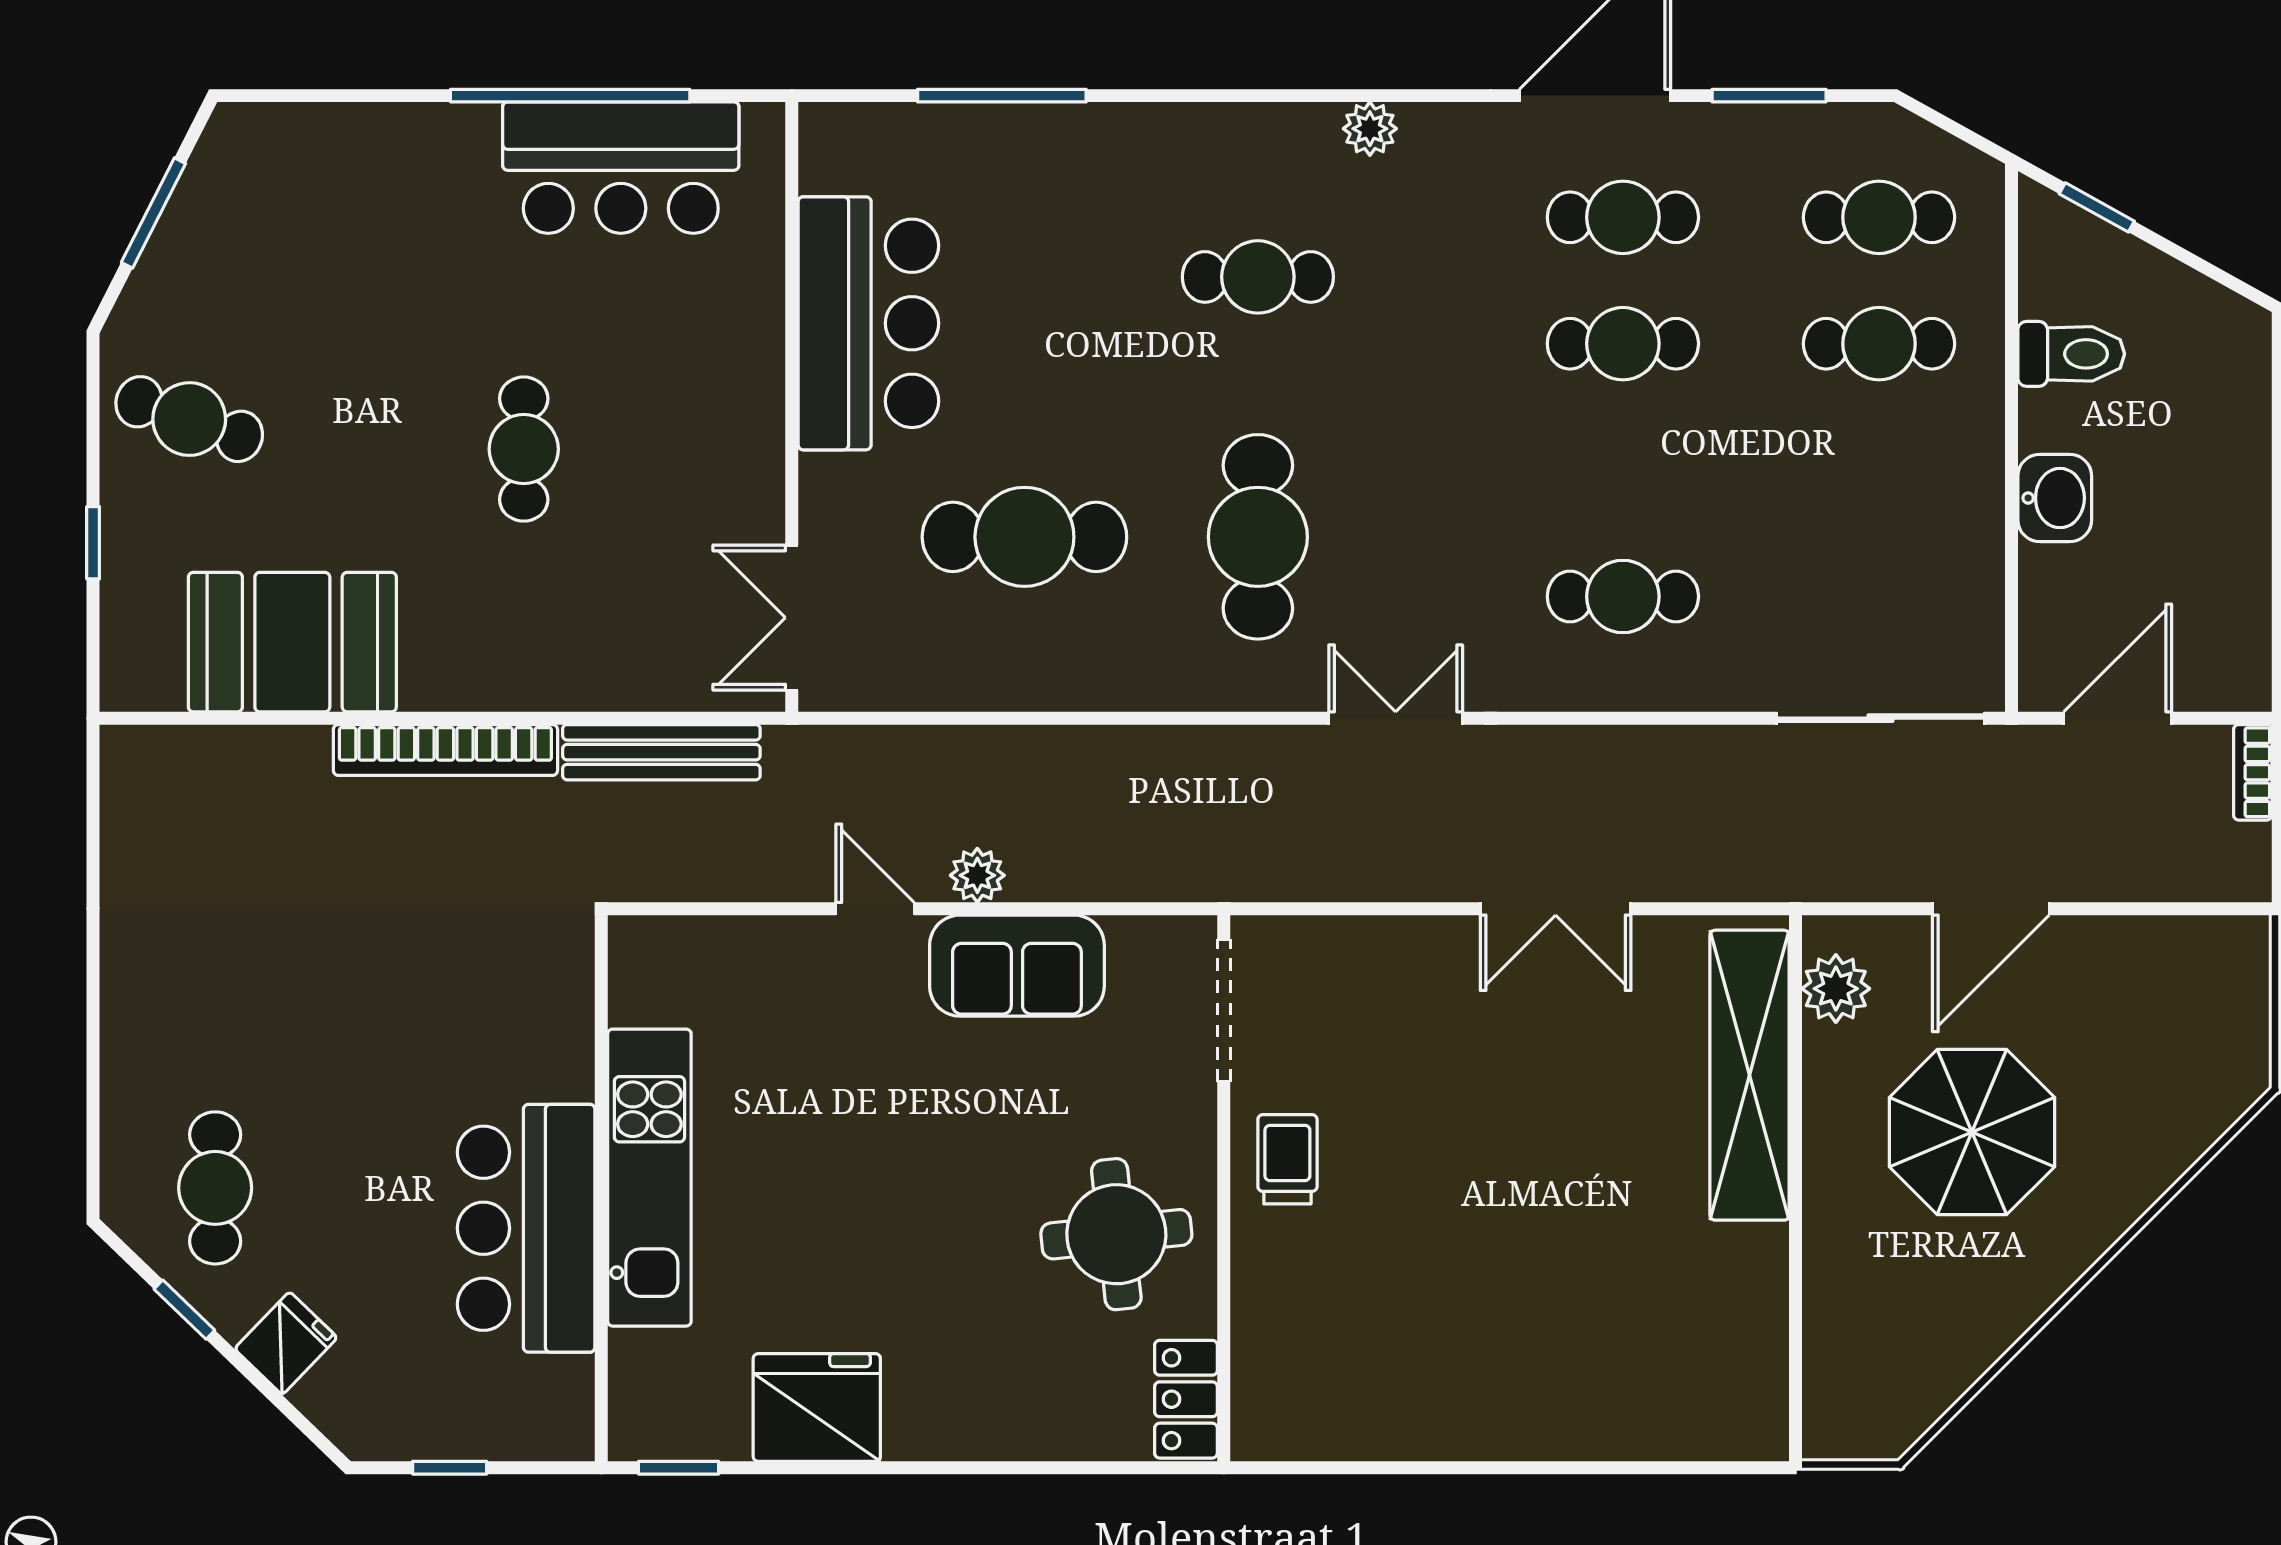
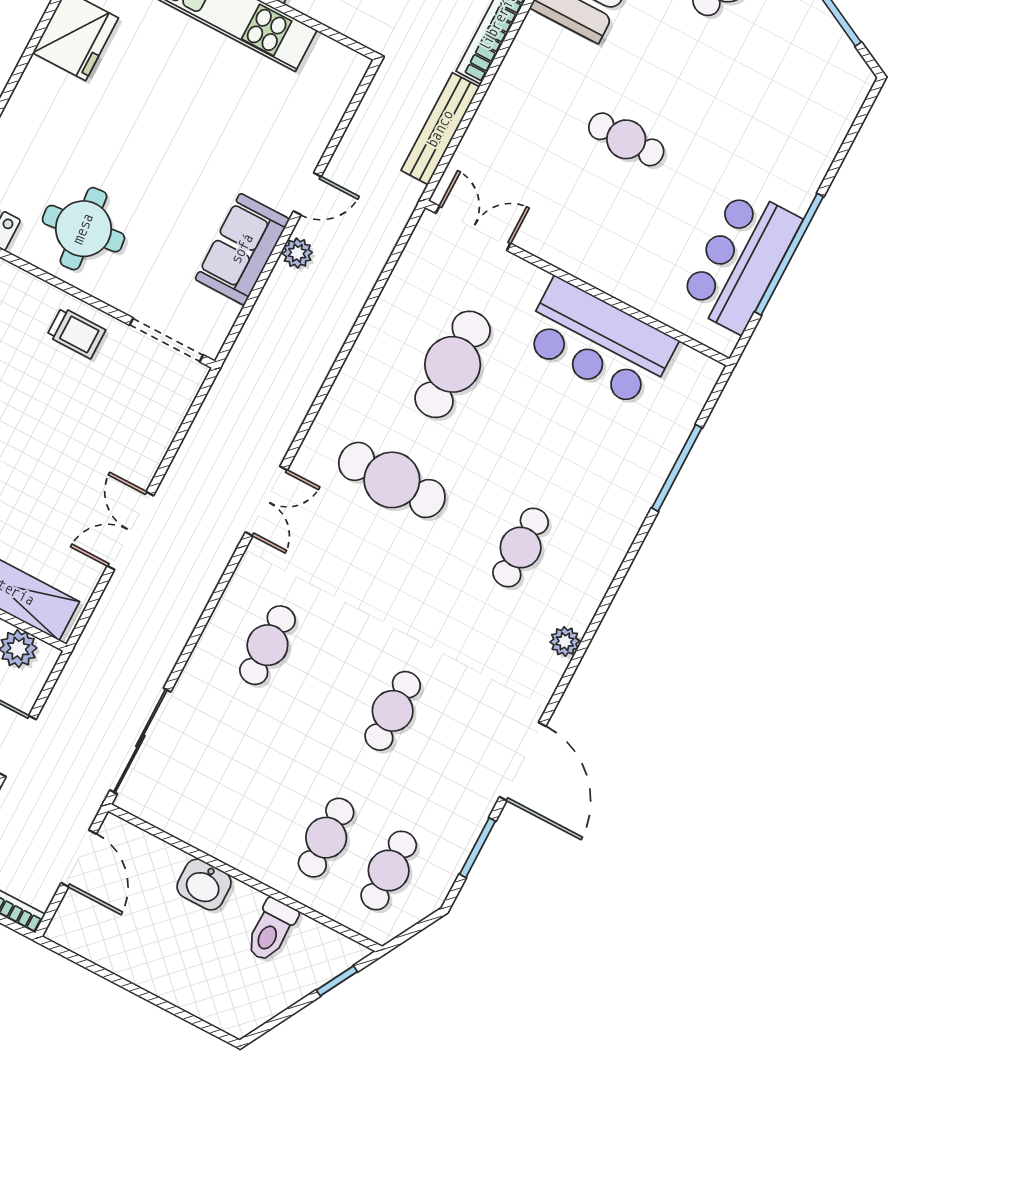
cafe table: (1623, 217) -> (455, 744), removed

